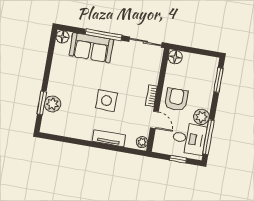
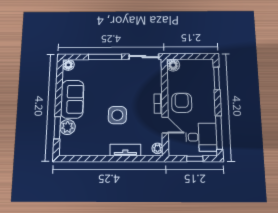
sofa: (91, 48) -> (72, 99), moved, turned -90
plant: (201, 117) -> (208, 115), removed

